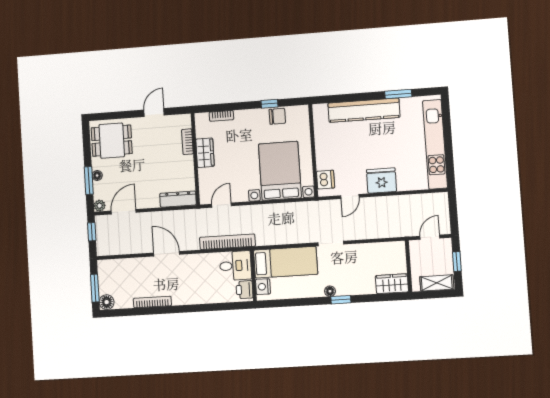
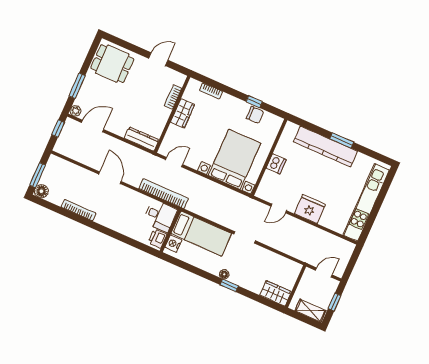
window: (398, 94) -> (342, 140), moved
floor lamp: (97, 175) -> (86, 85), removed
dishwasher: (325, 180) -> (276, 164), moved

